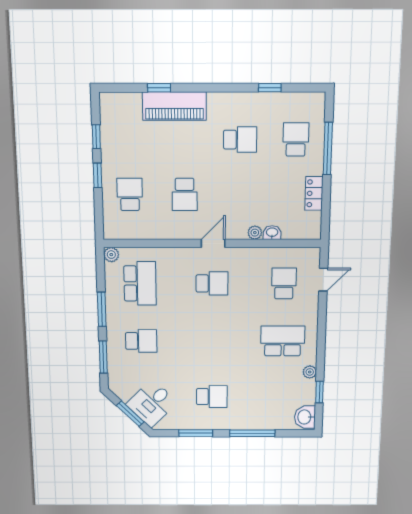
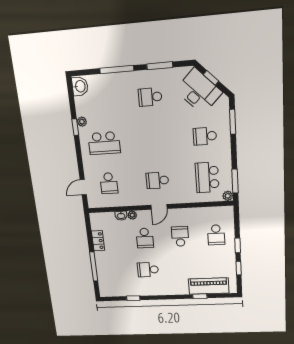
piano: (174, 106) -> (209, 286), moved
school desk: (296, 140) -> (145, 238), moved
window: (102, 309) -> (235, 181), moved
window: (319, 392) -> (75, 127), moved
desk: (152, 403) -> (199, 91), width x1.37
window: (130, 414) -> (211, 78), width x0.67

